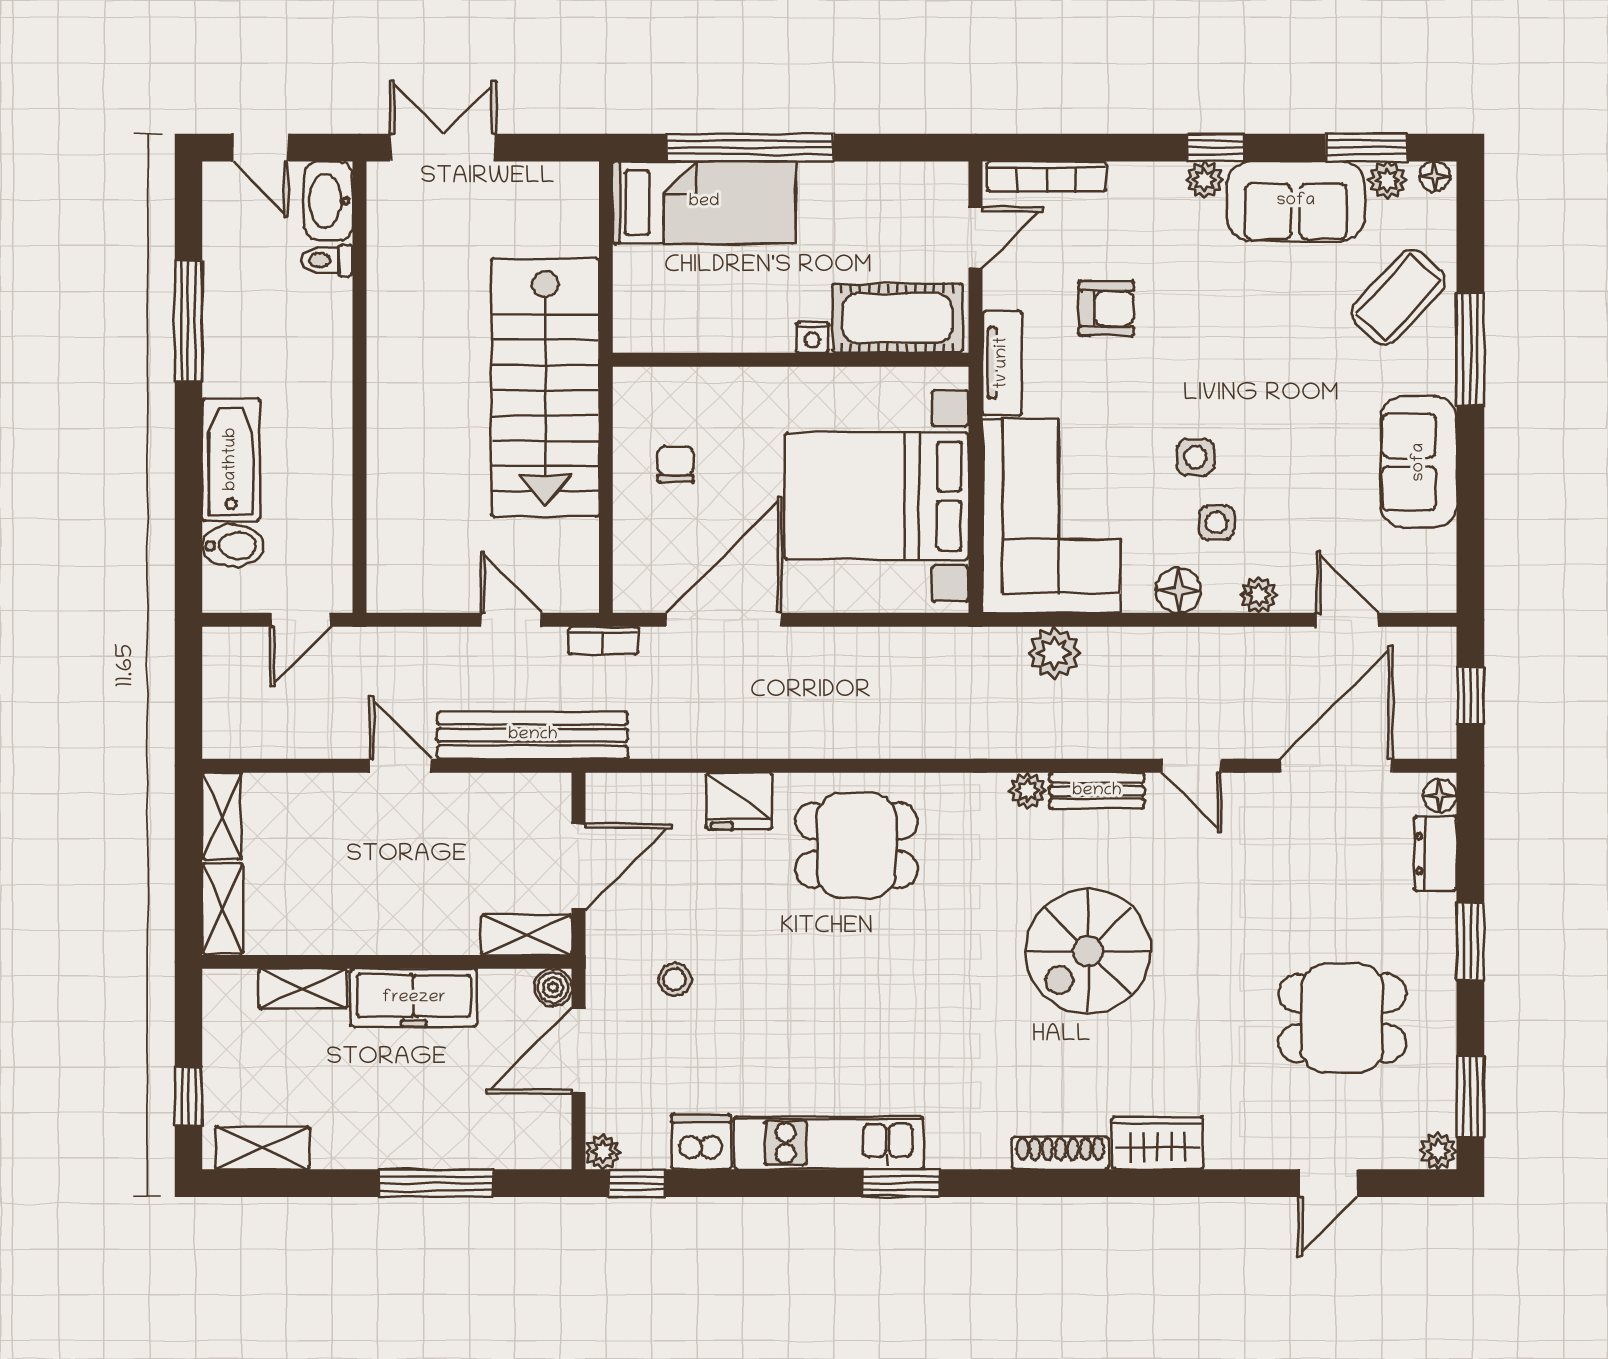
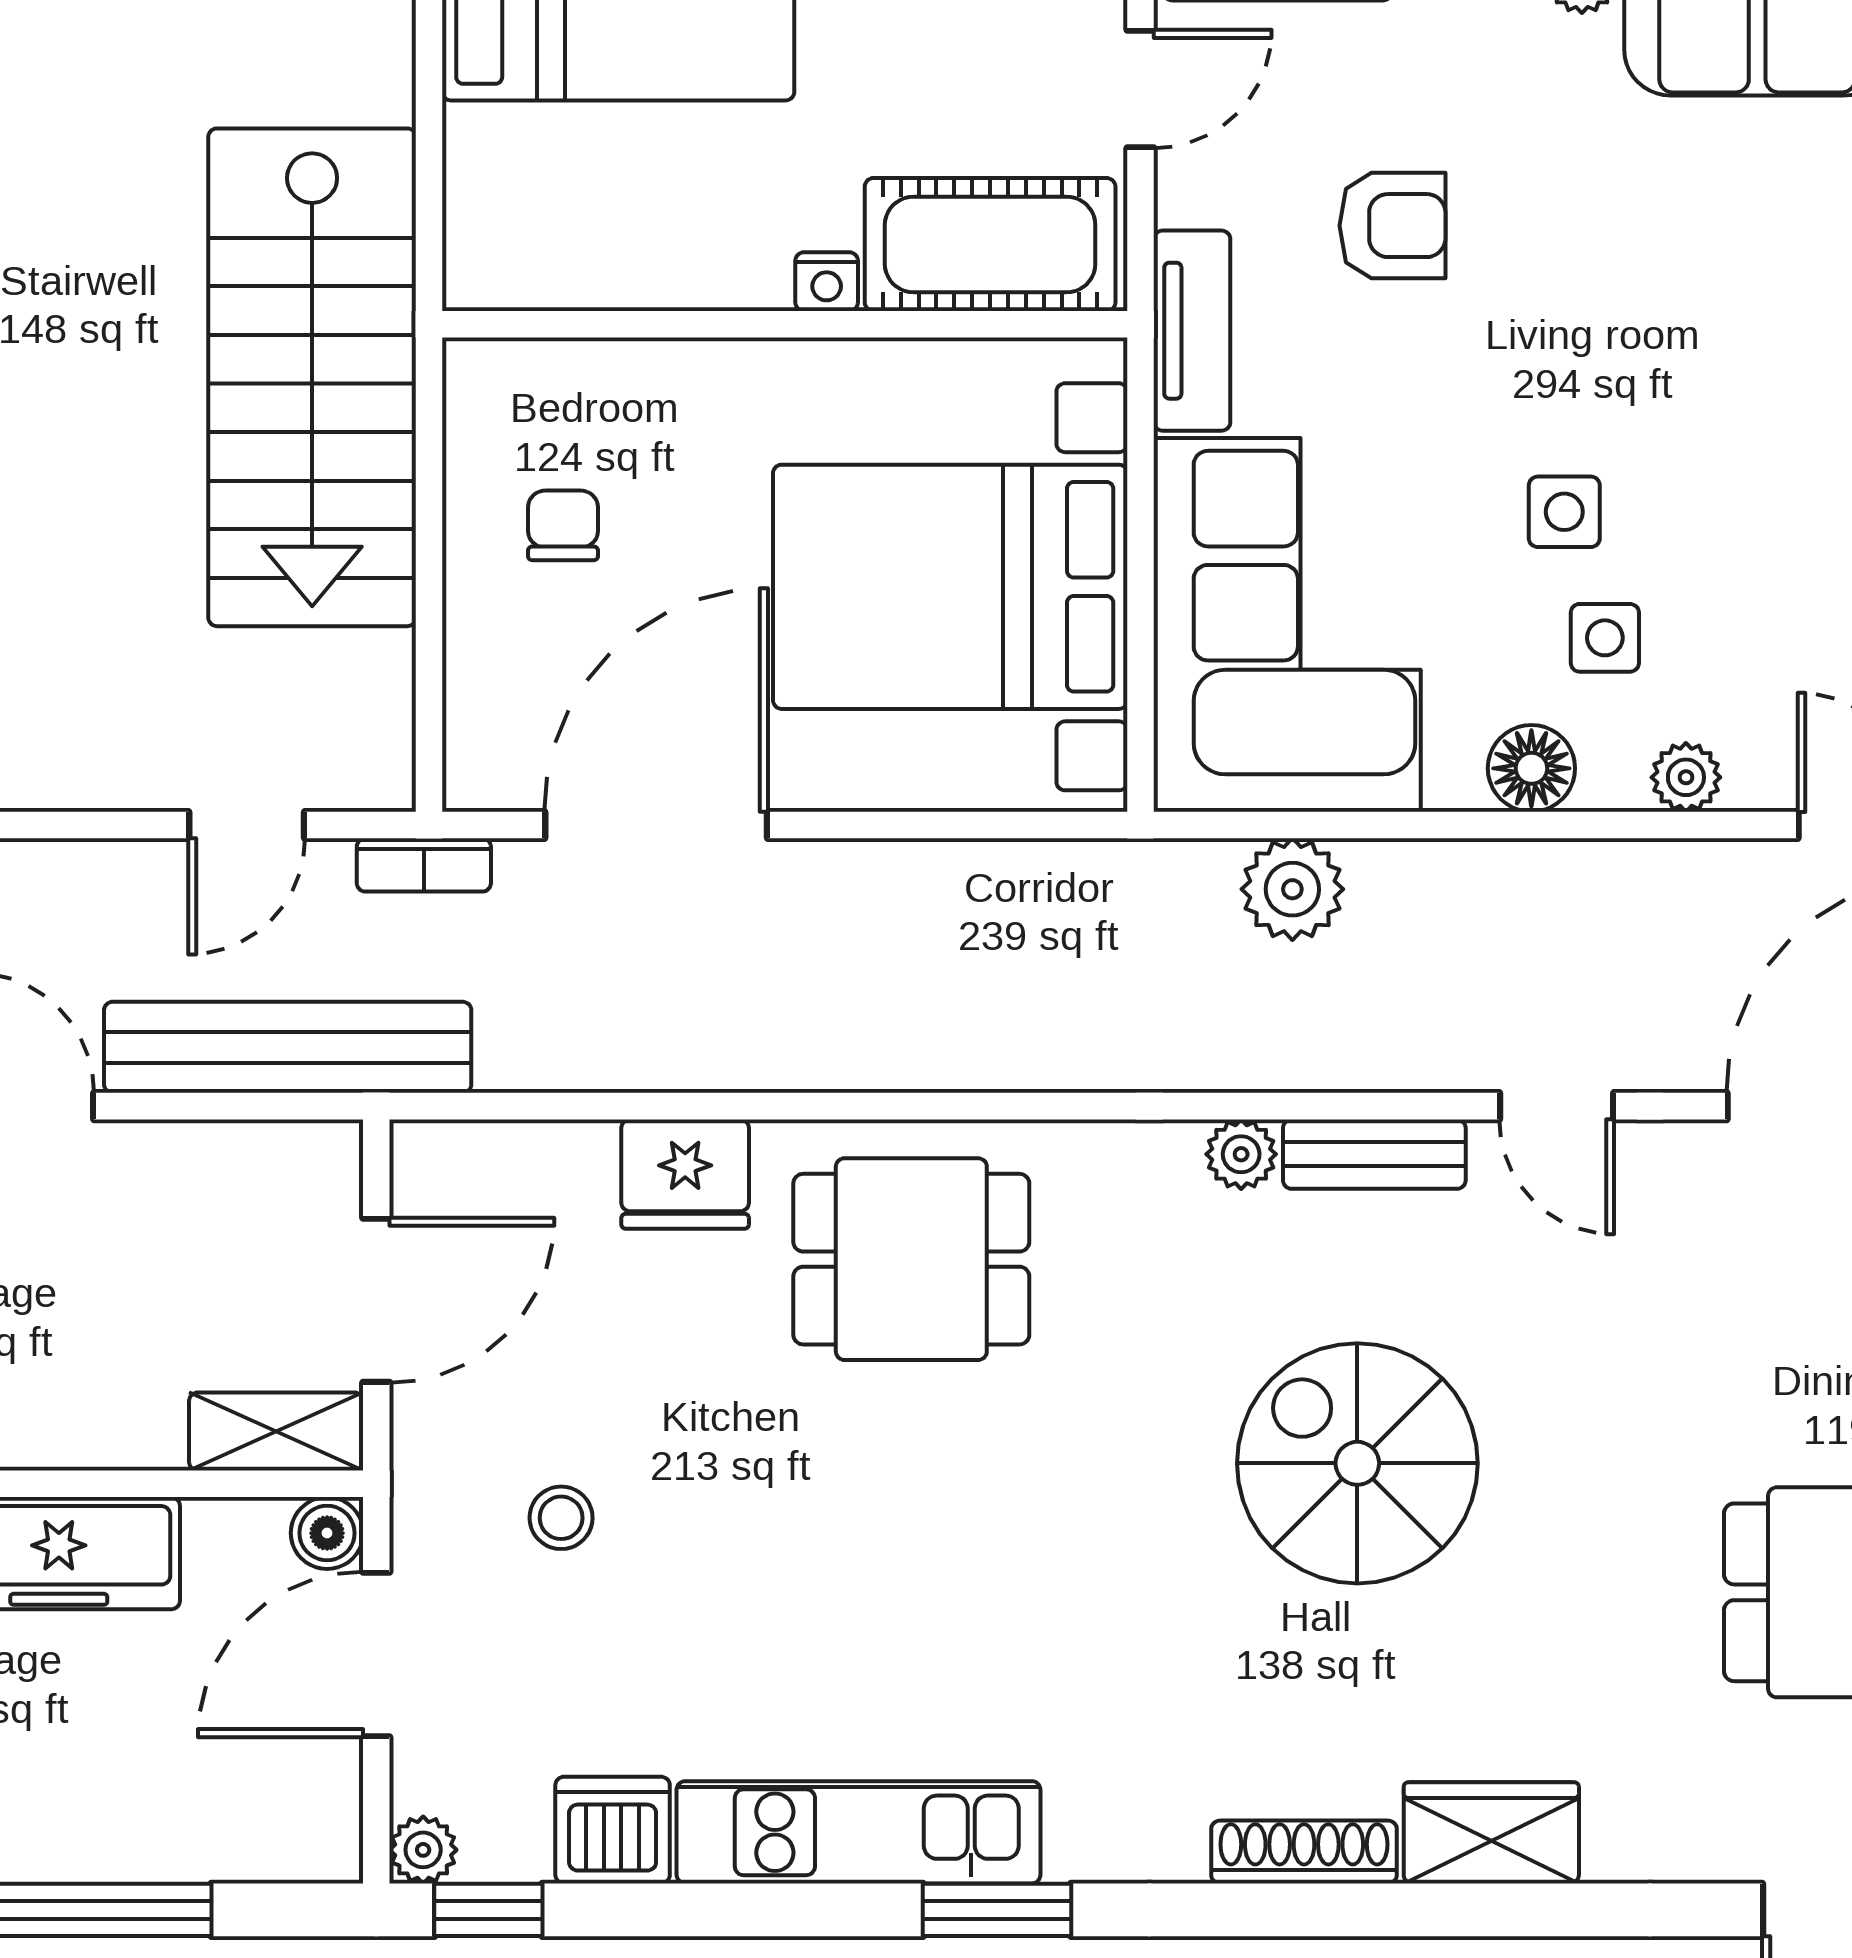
door: (511, 620) -> (247, 825), swing flipped
spiral stairs: (1088, 951) -> (1357, 1463), turned 90

